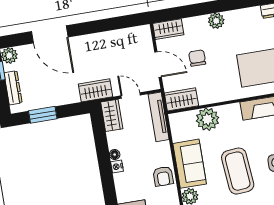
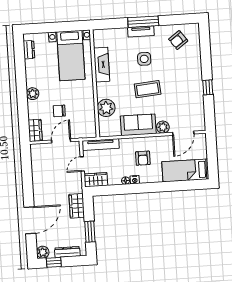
wardrobe: (96, 90) -> (77, 206), moved
wardrobe: (181, 99) -> (89, 126), removed
coffee table: (238, 171) -> (148, 89), width x0.73, depth x0.76
armchair: (163, 176) -> (143, 158), moved, turned 90

